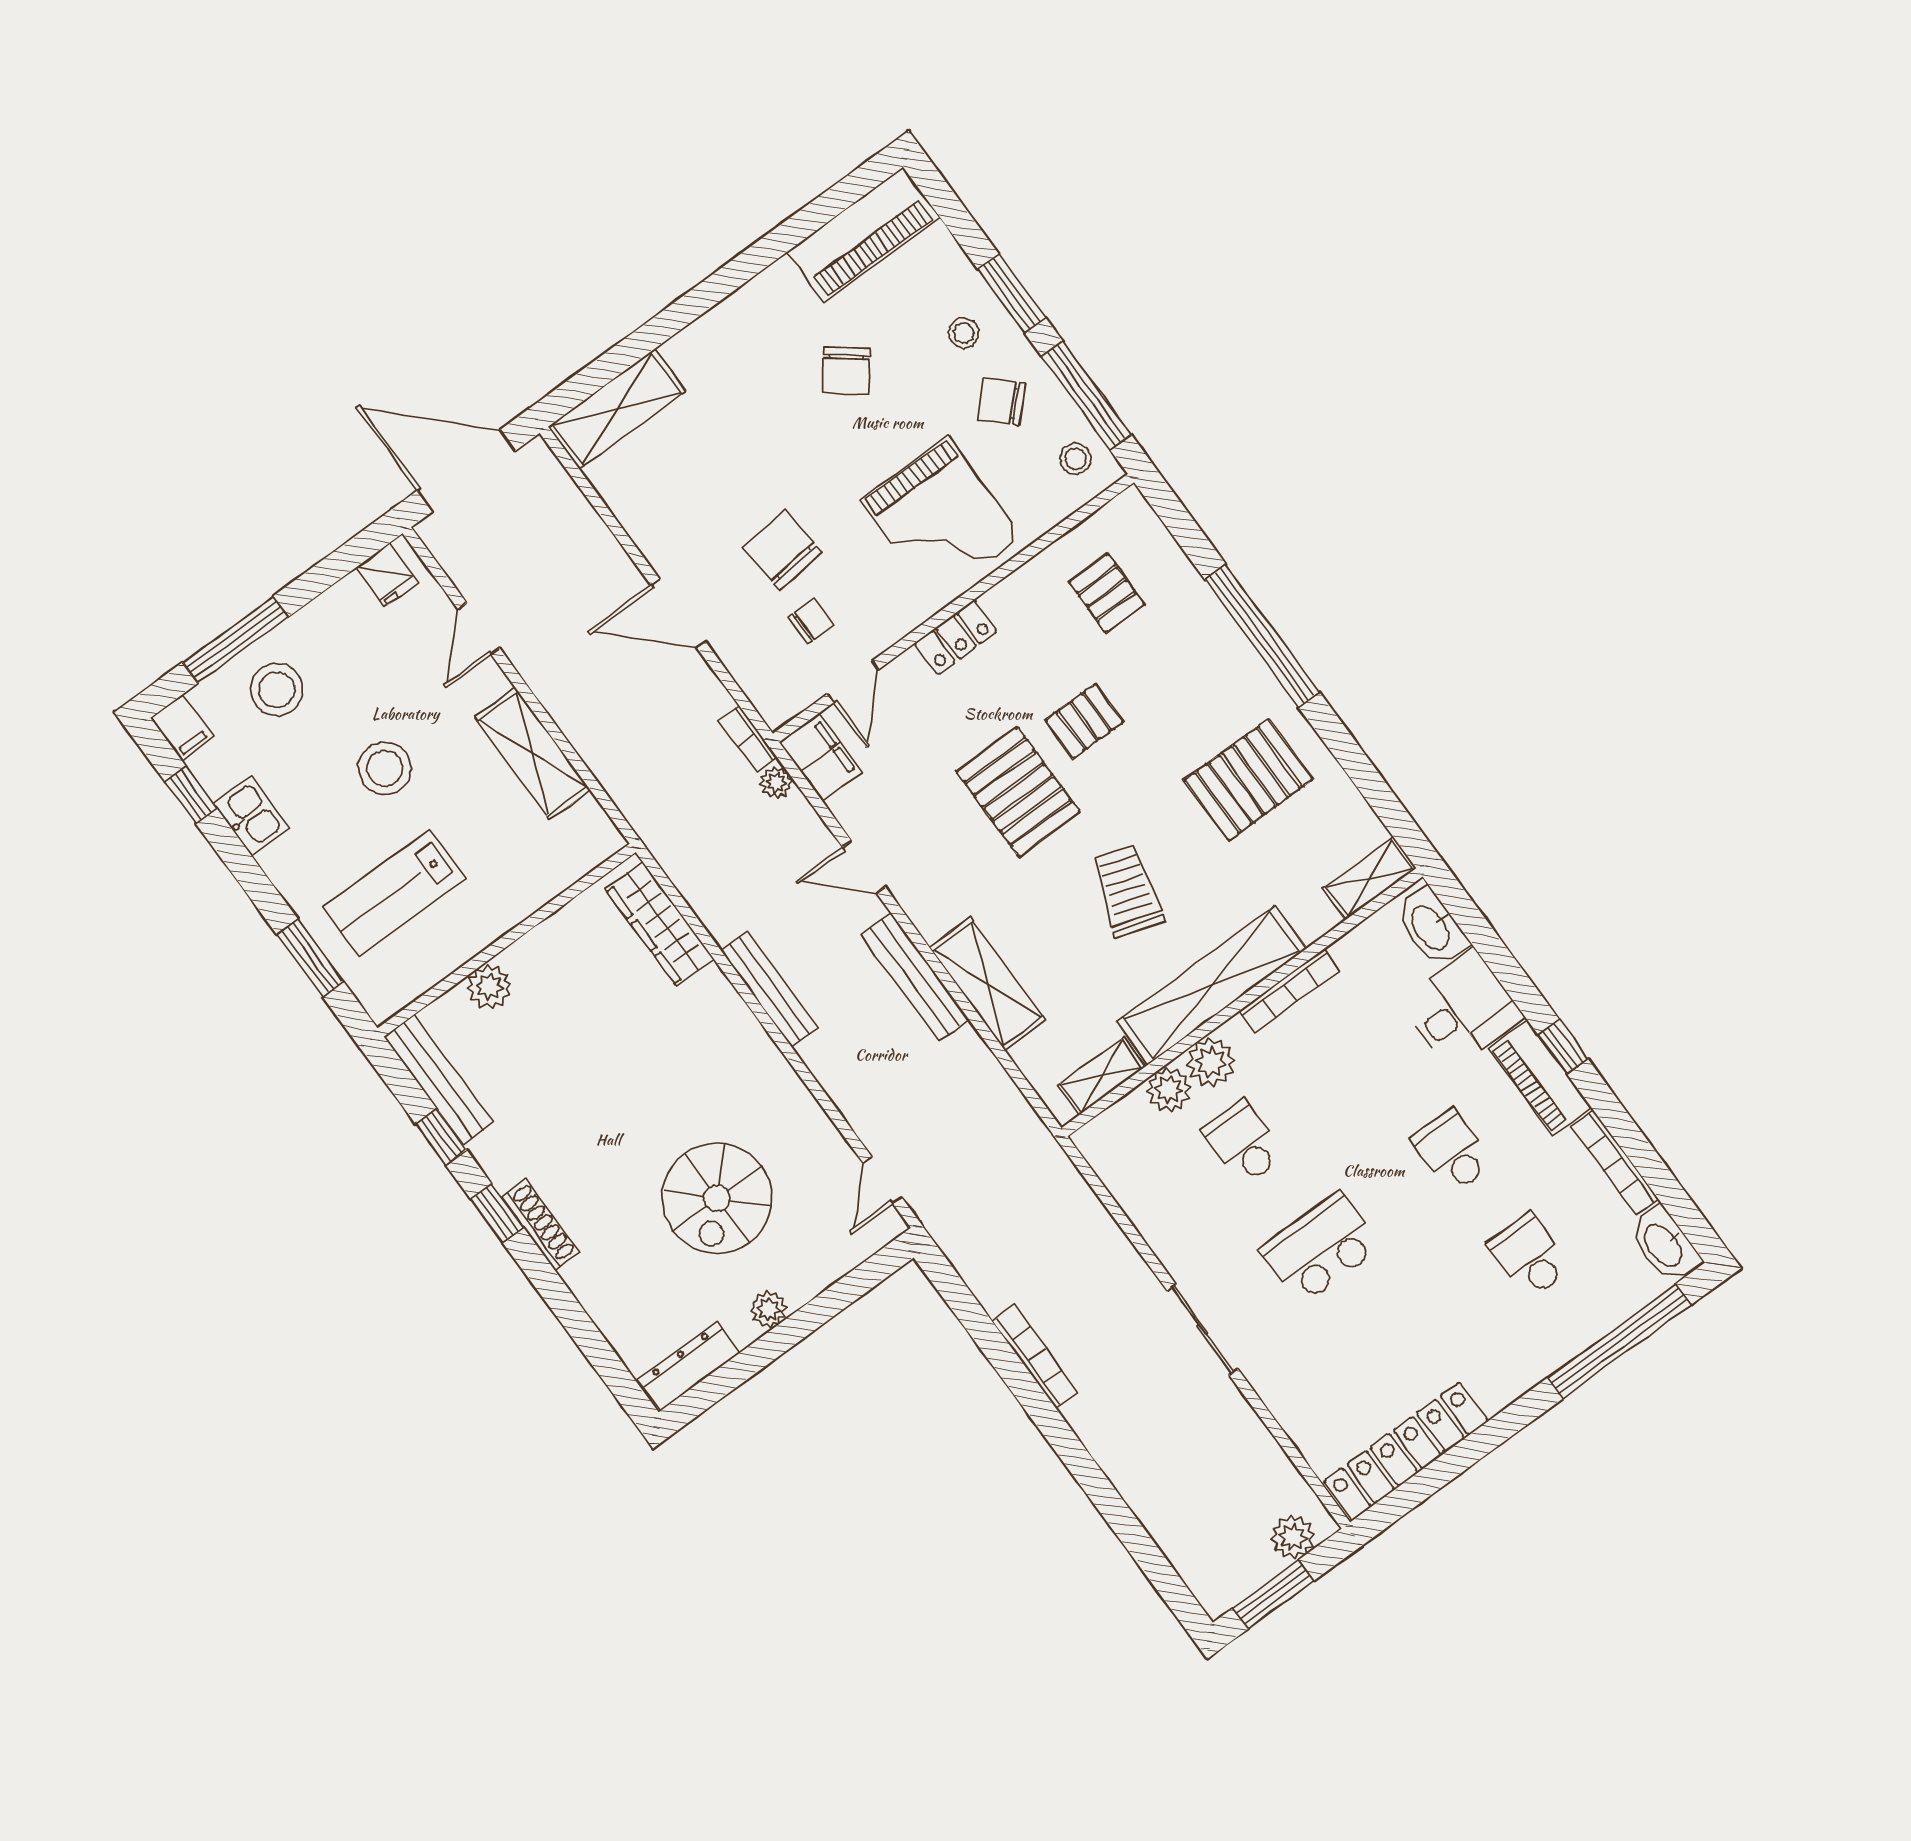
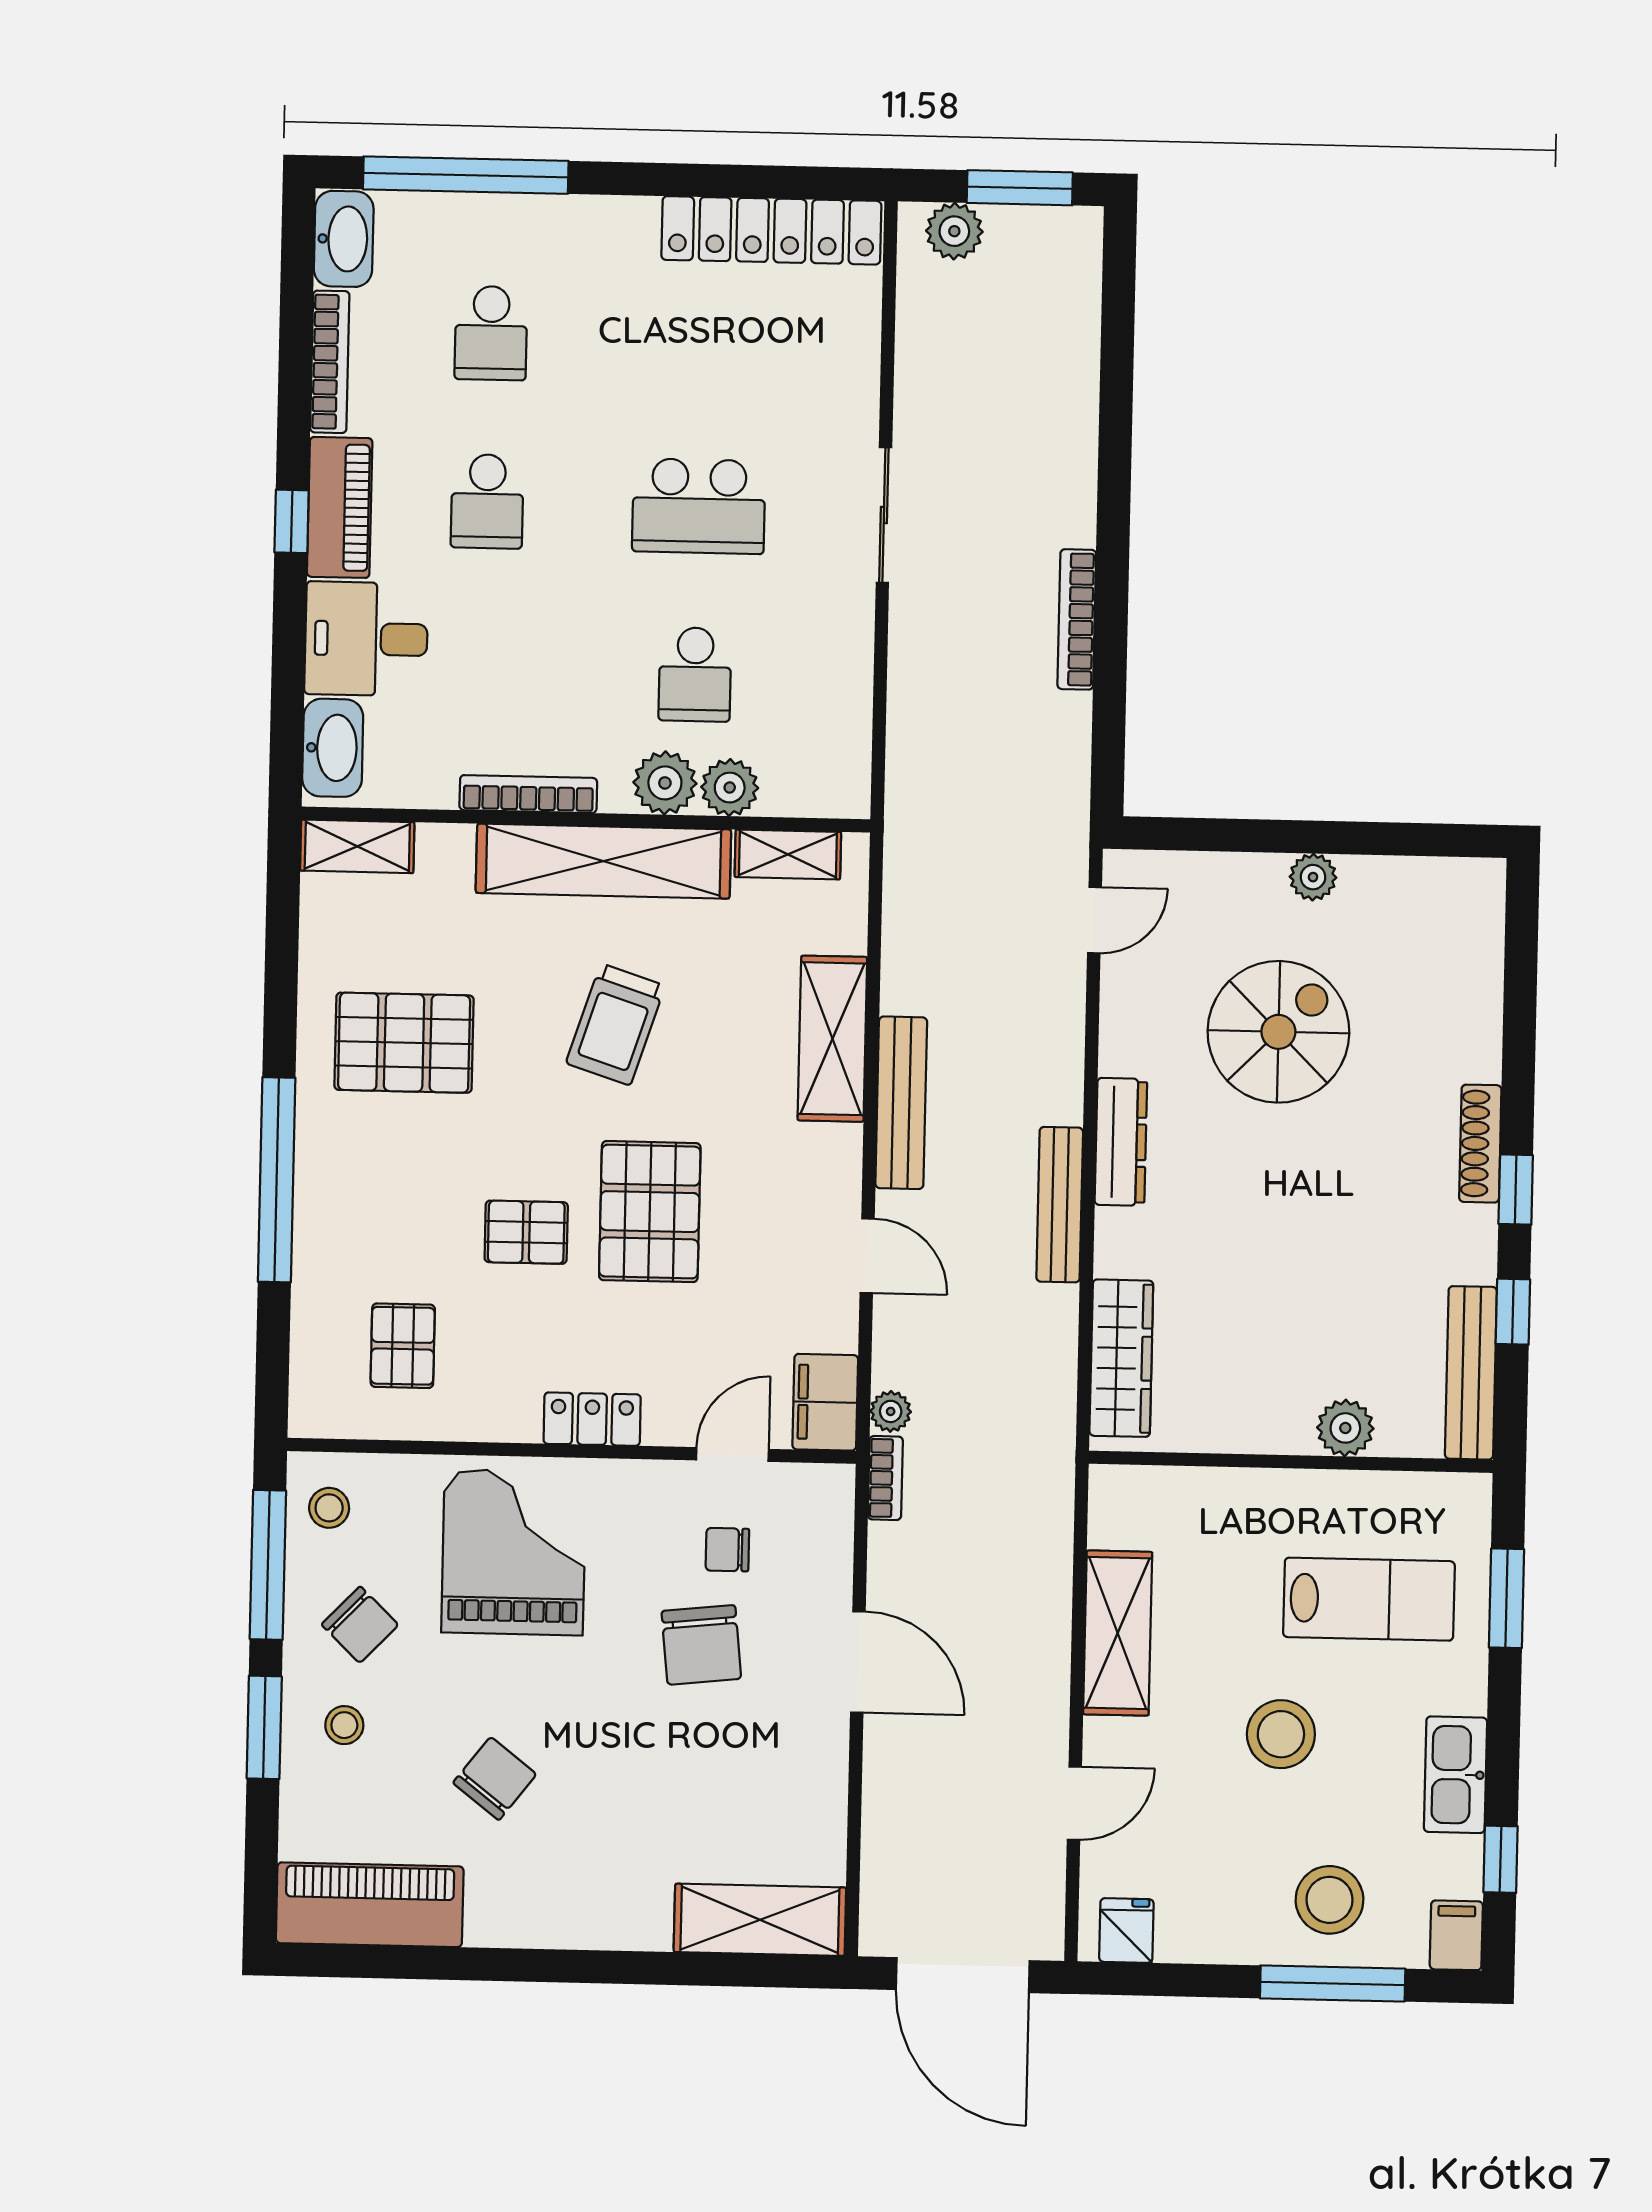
kitchen sink: (251, 816) -> (1455, 1775), width x1.38
dresser: (689, 1366) -> (1121, 1142), moved, turned -90

